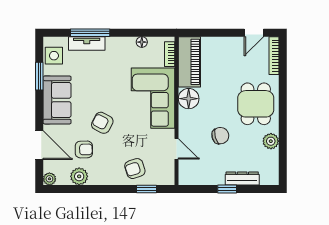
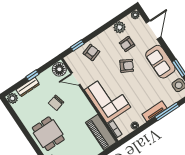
tv unit: (87, 43) -> (154, 111), moved
floor lamp: (189, 99) -> (59, 69), moved
plant: (271, 141) -> (12, 98), moved
door: (39, 145) -> (153, 30), swing flipped

